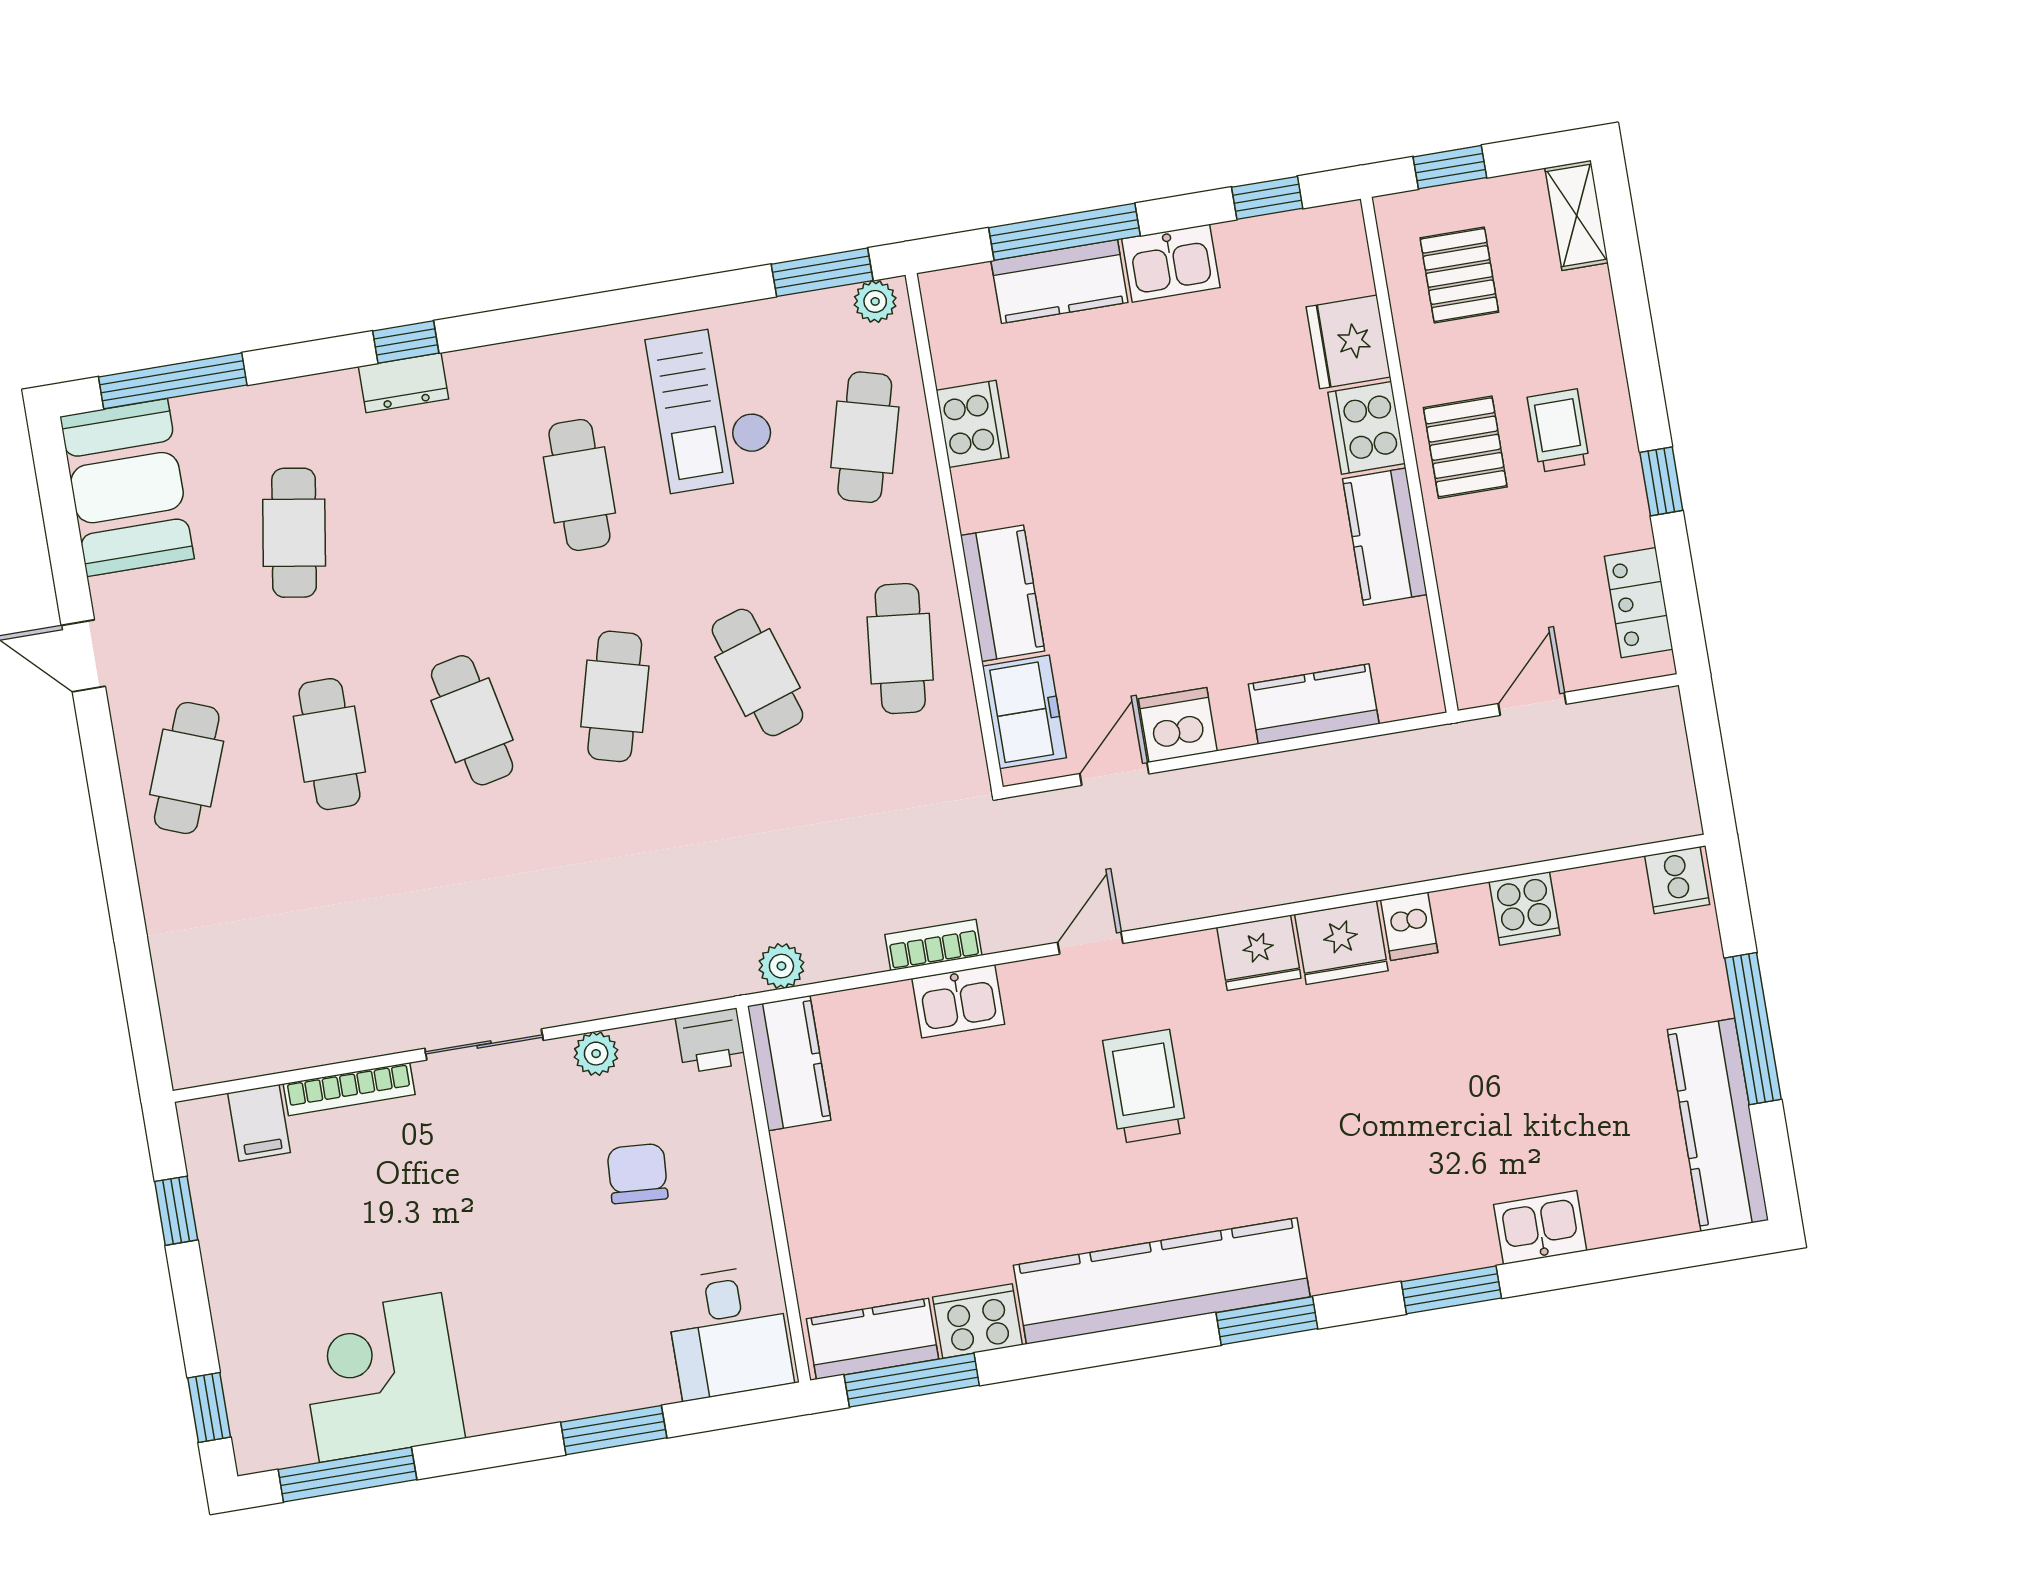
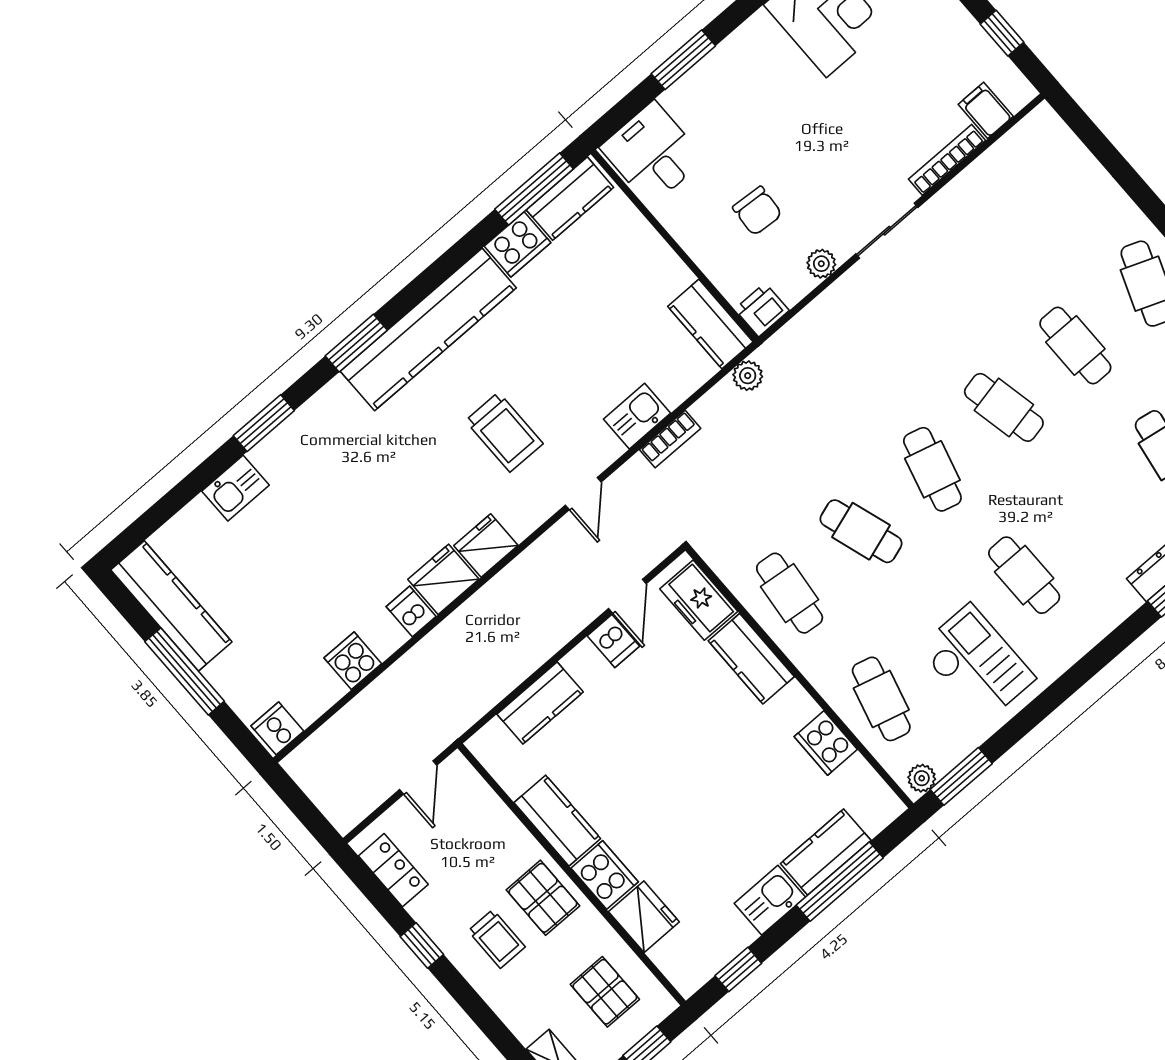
dishwasher: (1178, 725) -> (613, 641), width x0.73

